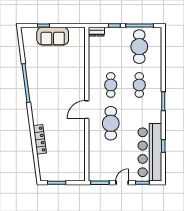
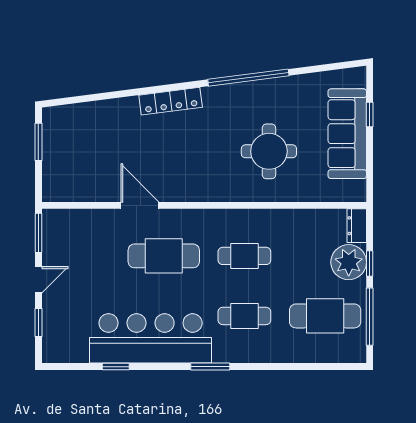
plant: (114, 35) -> (349, 262), added
sofa: (53, 36) -> (347, 134), width x1.36
round table: (61, 73) -> (269, 151), added
door: (87, 110) -> (140, 205), moved
locker: (40, 139) -> (171, 101), moved
bar counter: (150, 152) -> (151, 338), moved
door: (122, 183) -> (38, 280), hinge flipped

